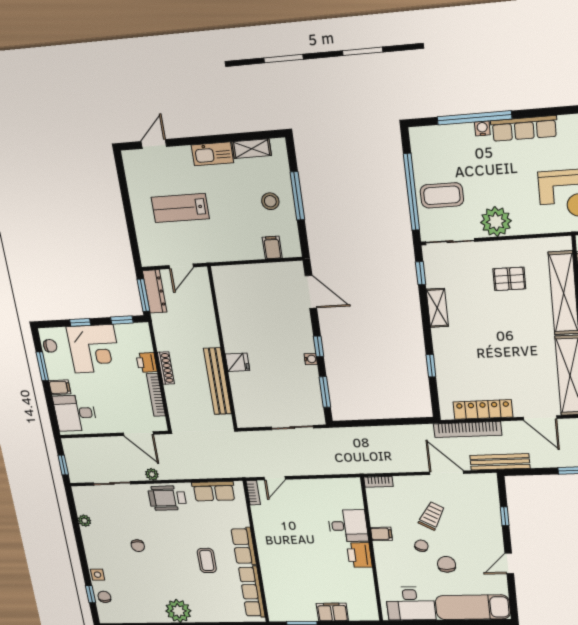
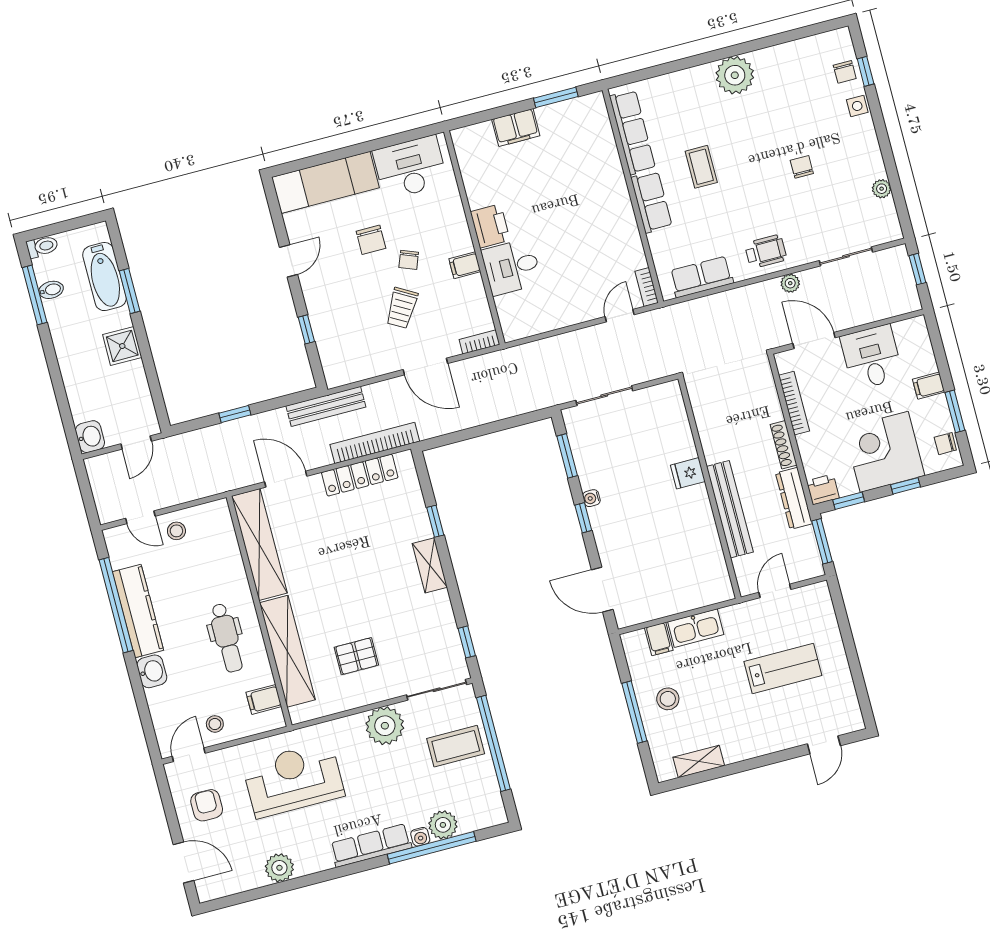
plant: (462, 135) -> (443, 825), added
kitchen sink: (212, 154) -> (696, 628), moved, turned 180
dresser: (155, 291) -> (794, 498), moved
shelving: (437, 308) -> (430, 565), moved
printer: (147, 362) -> (823, 489), moved, turned -90
bench: (218, 381) -> (730, 509), moved
desk: (75, 413) -> (872, 357), moved, turned -90
door: (447, 473) -> (425, 367), moved
wheelchair: (167, 498) -> (766, 252), width x0.73, depth x0.73

